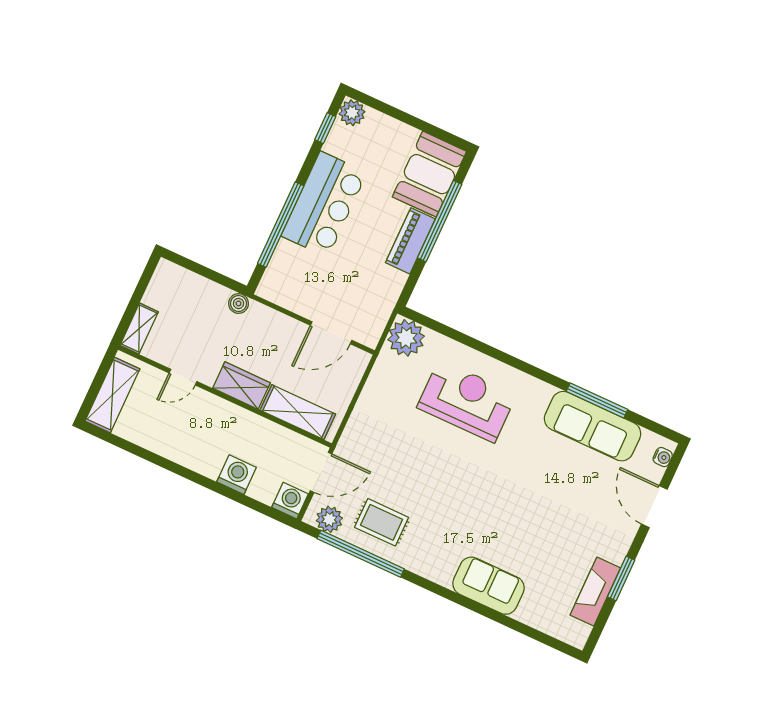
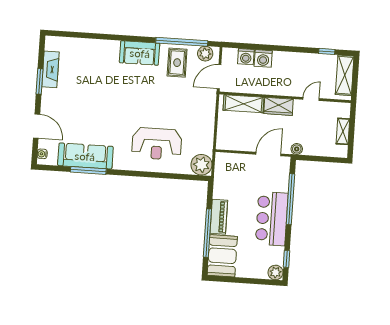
shelving: (139, 329) -> (343, 131), moved
door: (331, 333) -> (268, 154), moved
window: (127, 446) -> (327, 51), added
washing machine: (290, 501) -> (246, 57), moved
rug: (382, 522) -> (177, 63), turned 90
sofa: (488, 586) -> (140, 53), moved

